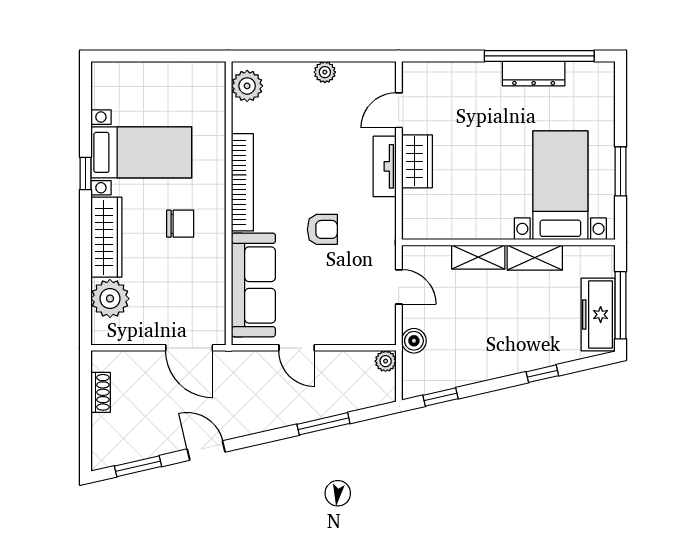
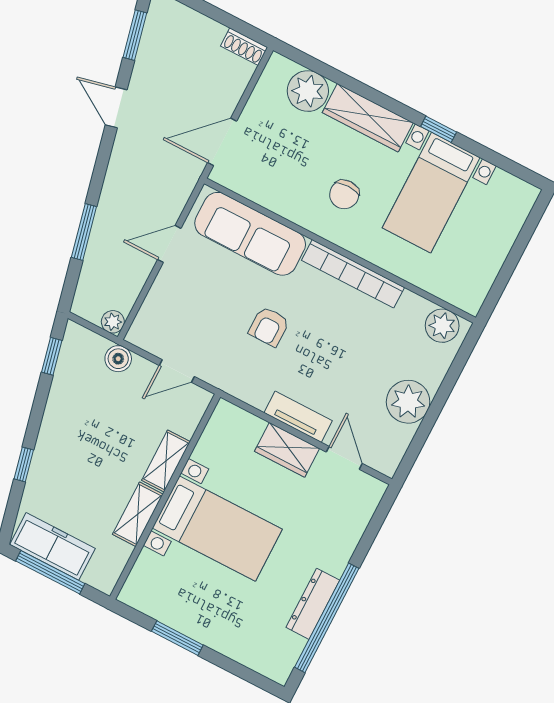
plant: (325, 72) -> (408, 402), width x1.88, depth x1.88
bed with nightstands: (560, 185) -> (217, 529), moved
shoe rack: (101, 392) -> (244, 47), moved
door: (206, 451) -> (116, 107), swing flipped

